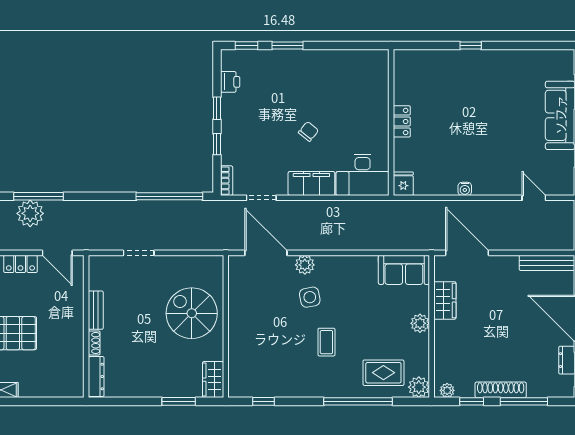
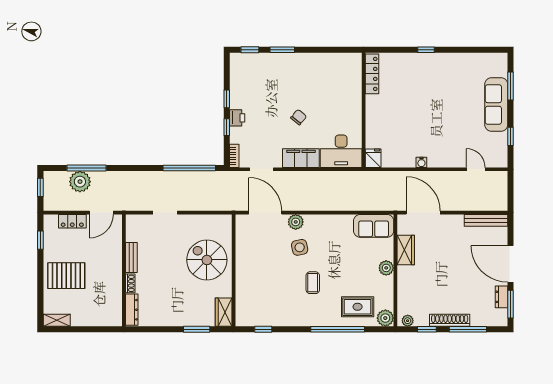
printer: (230, 82) -> (237, 118), moved
locker: (402, 121) -> (372, 74), moved, width x1.53
door: (57, 253) -> (101, 213), hinge flipped

